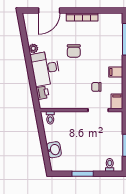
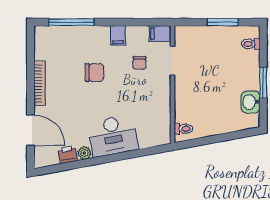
chair: (74, 51) -> (94, 73), moved
printer: (42, 93) -> (68, 155), moved
washbasin: (54, 150) -> (250, 102), moved, turned -80

